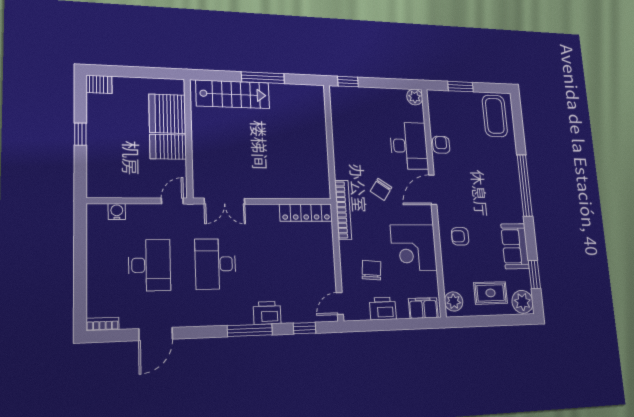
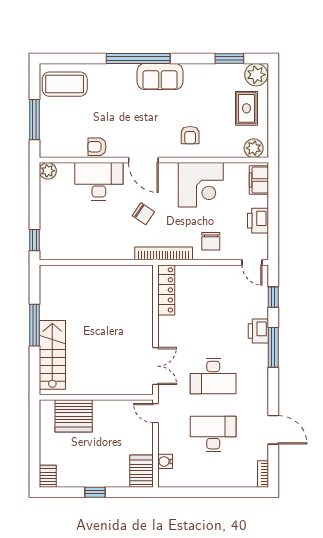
window: (460, 87) -> (34, 120), width x1.44
server rack: (168, 147) -> (142, 471), moved, turned 180
sofa: (515, 246) -> (160, 76), moved
chair: (372, 270) -> (211, 241), moved, turned -95

